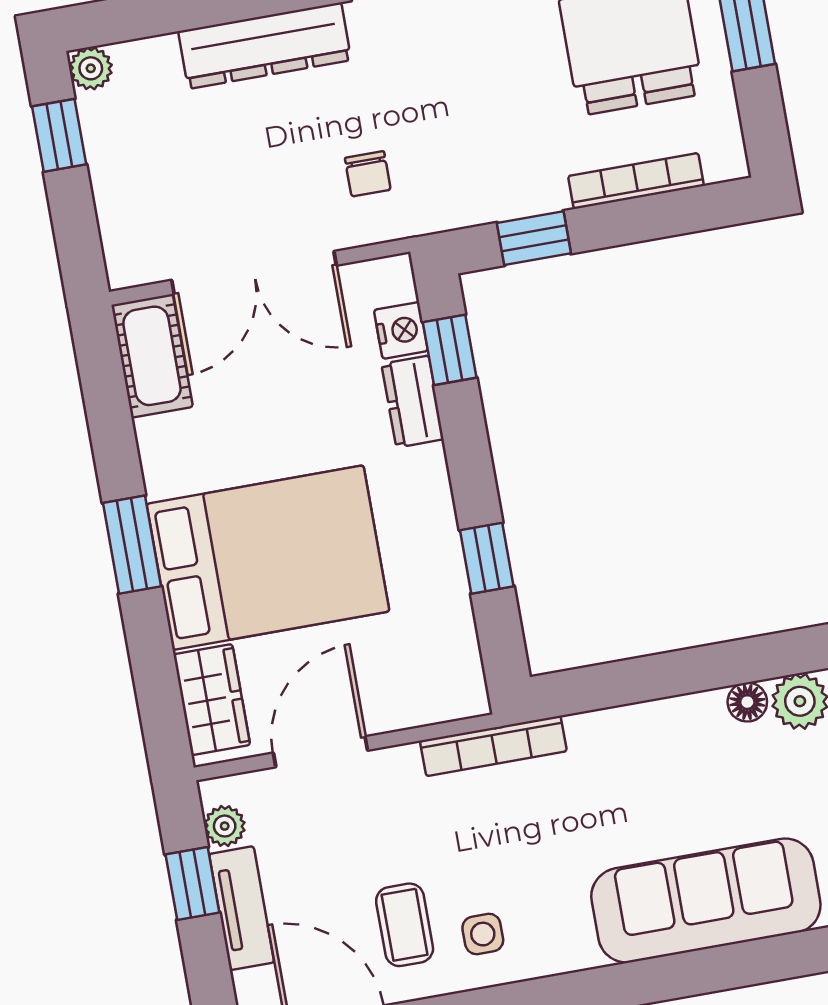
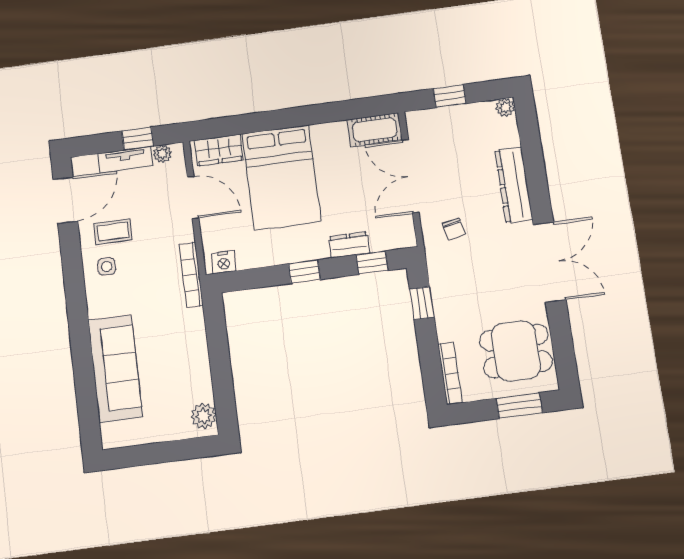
window: (59, 135) -> (450, 96), moved
chair: (368, 174) -> (454, 229), turned -102
bookcase: (636, 181) -> (450, 373), moved
nightstand: (401, 330) -> (224, 262), moved
window: (132, 545) -> (290, 118), removed
window: (487, 558) -> (304, 272), moved
floor lamp: (747, 702) -> (205, 392), removed

